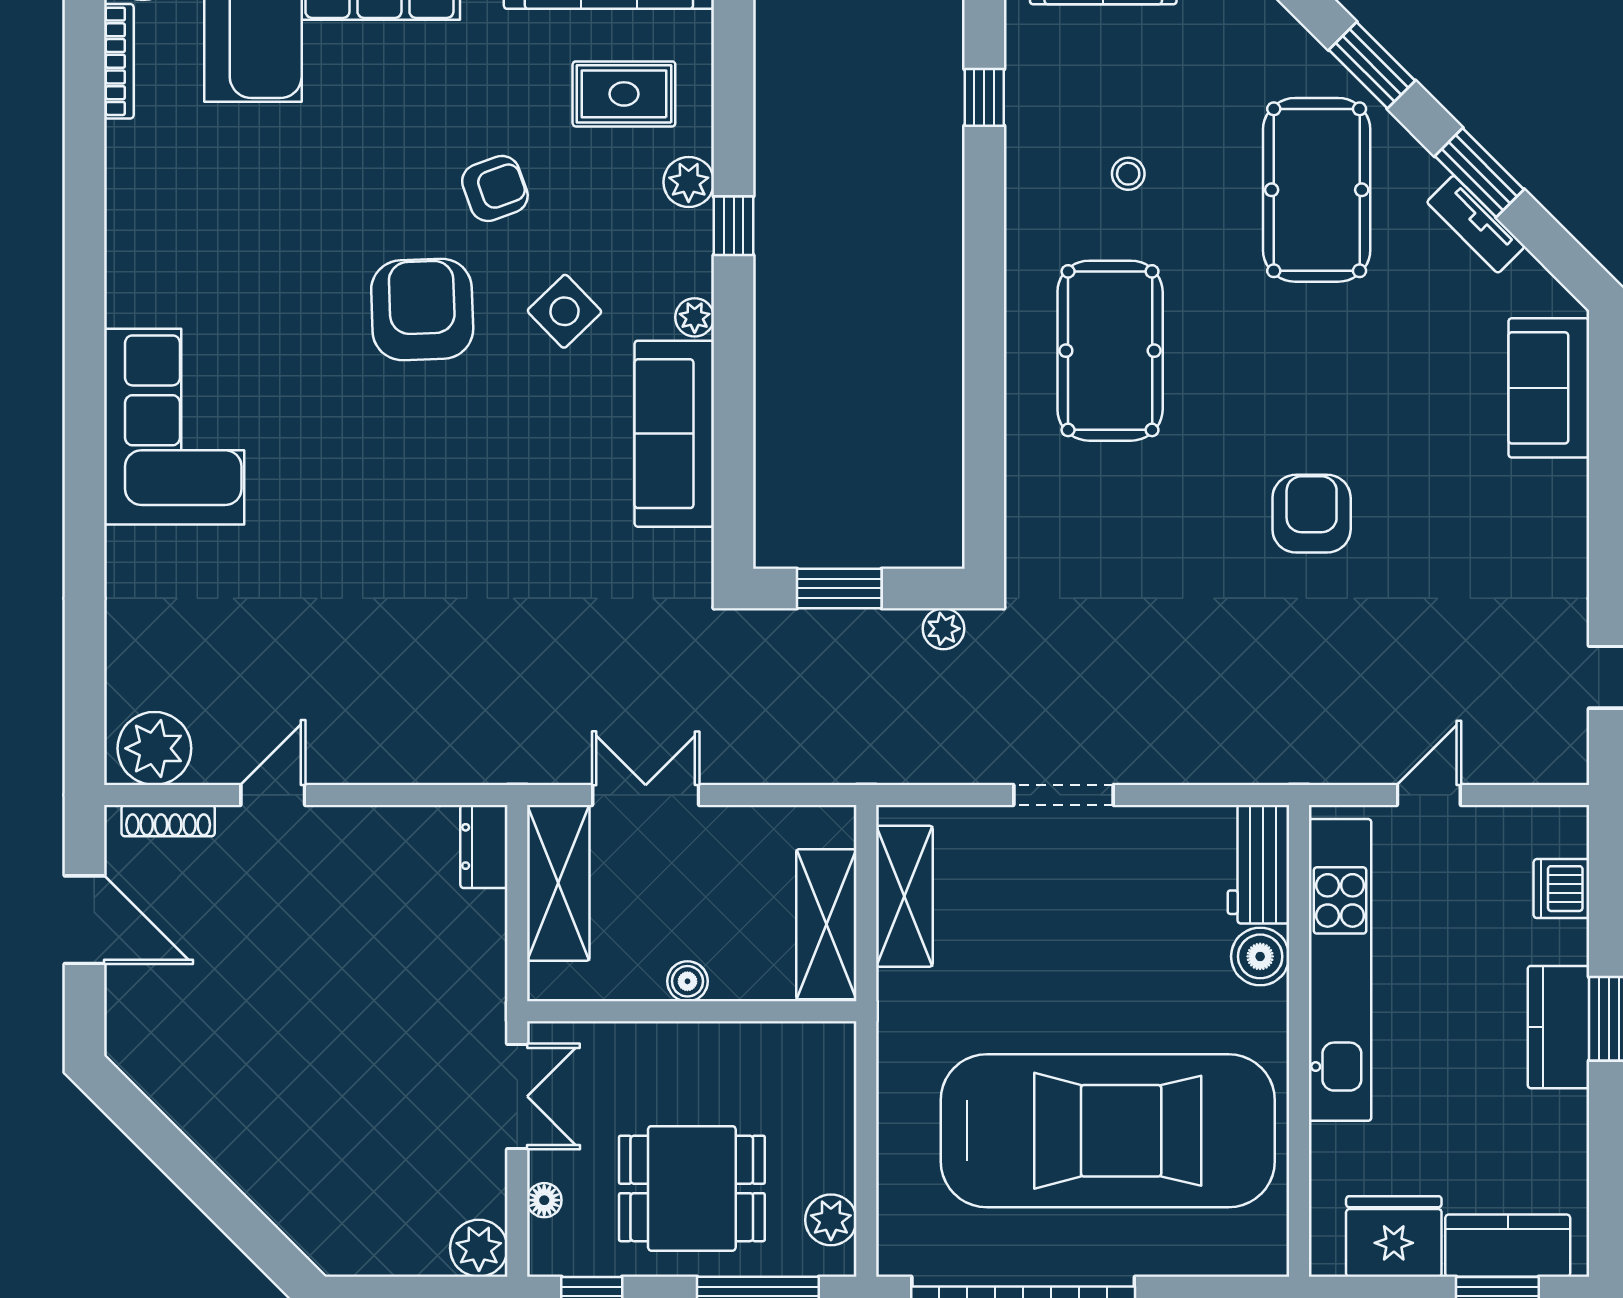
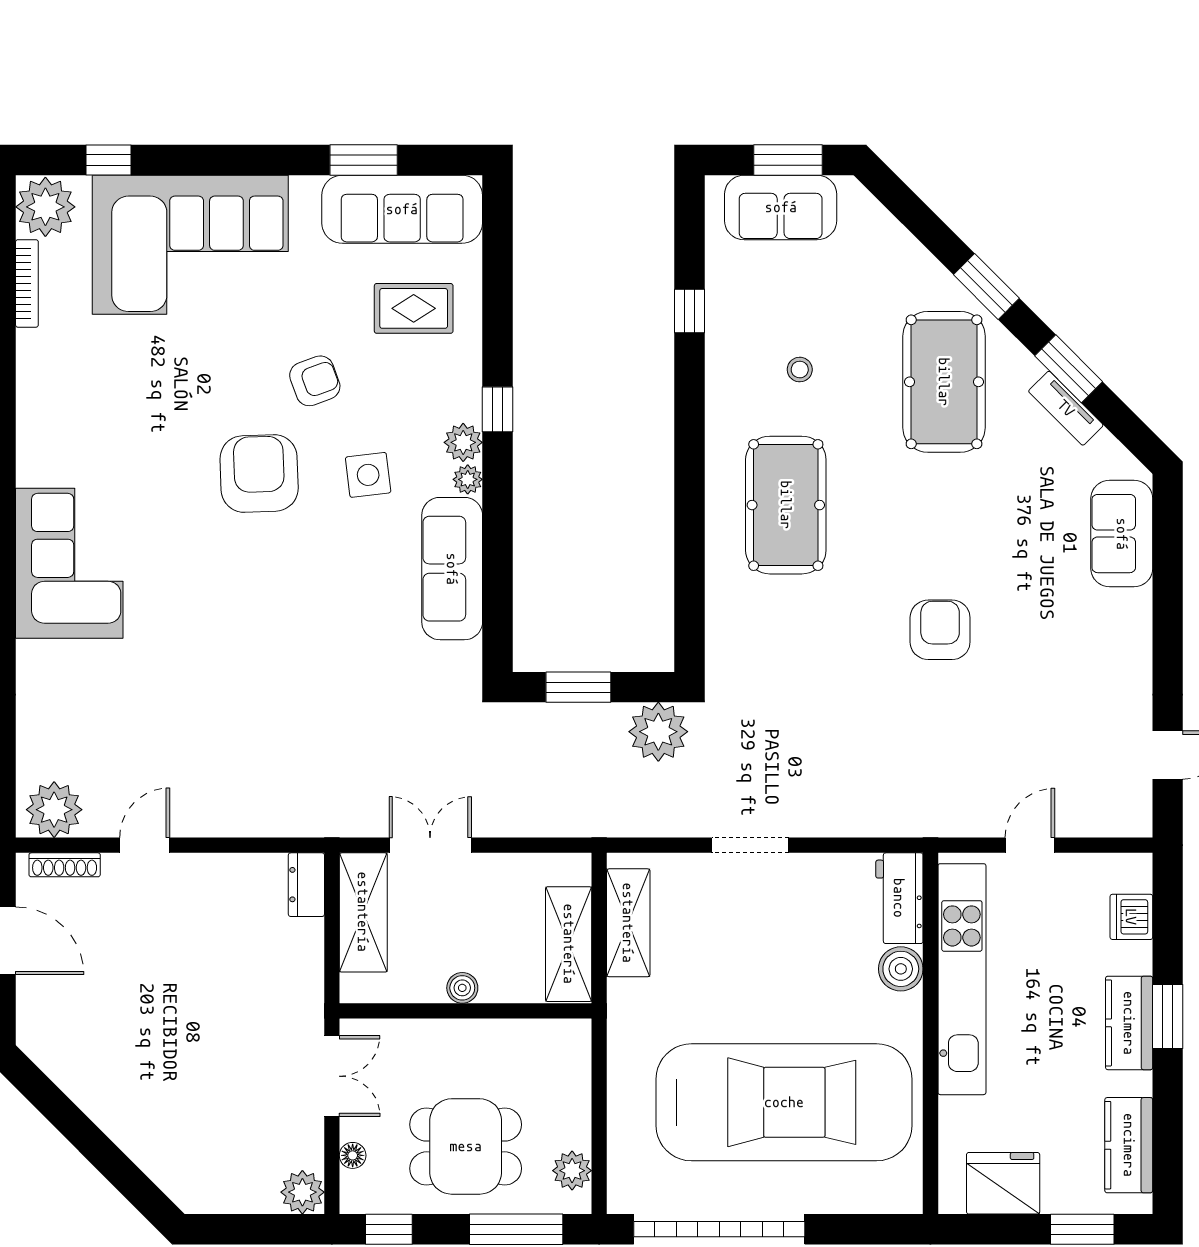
plant: (689, 182) -> (463, 442), moved
side table: (564, 311) -> (368, 475), turned 37
plant: (943, 629) -> (658, 732), width x1.88, depth x1.88
kitchen counter: (1508, 1246) -> (1129, 1145), moved, turned -90

